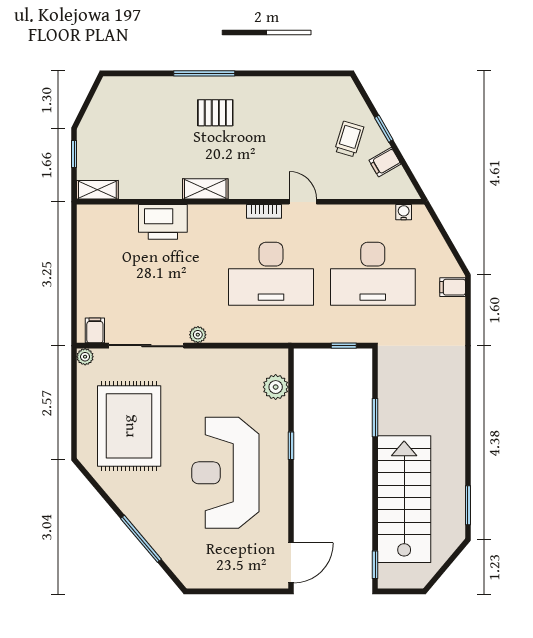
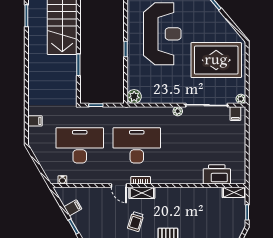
trolley: (349, 139) -> (136, 222), moved
shelving: (205, 189) -> (142, 193), moved
printer: (163, 222) -> (217, 174), moved
filing cabinet: (453, 287) -> (35, 121), moved
plant: (276, 387) -> (134, 97), moved
rug: (129, 426) -> (216, 60), turned 90

